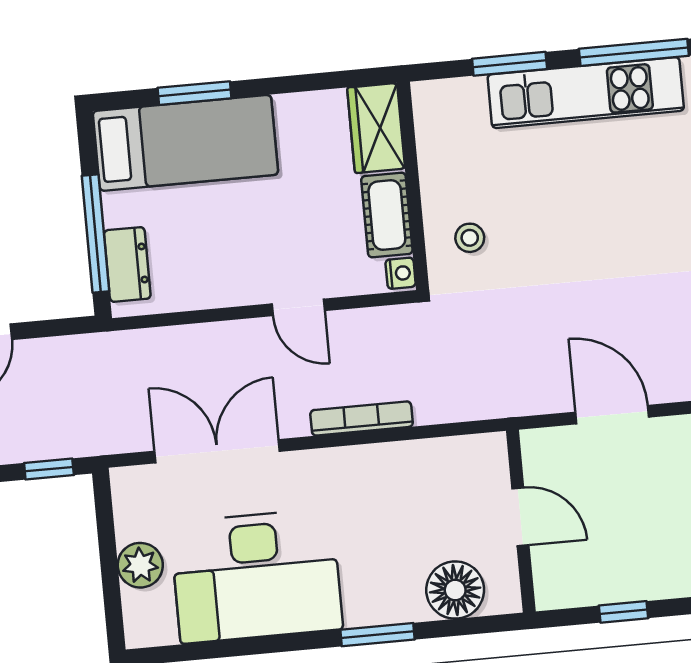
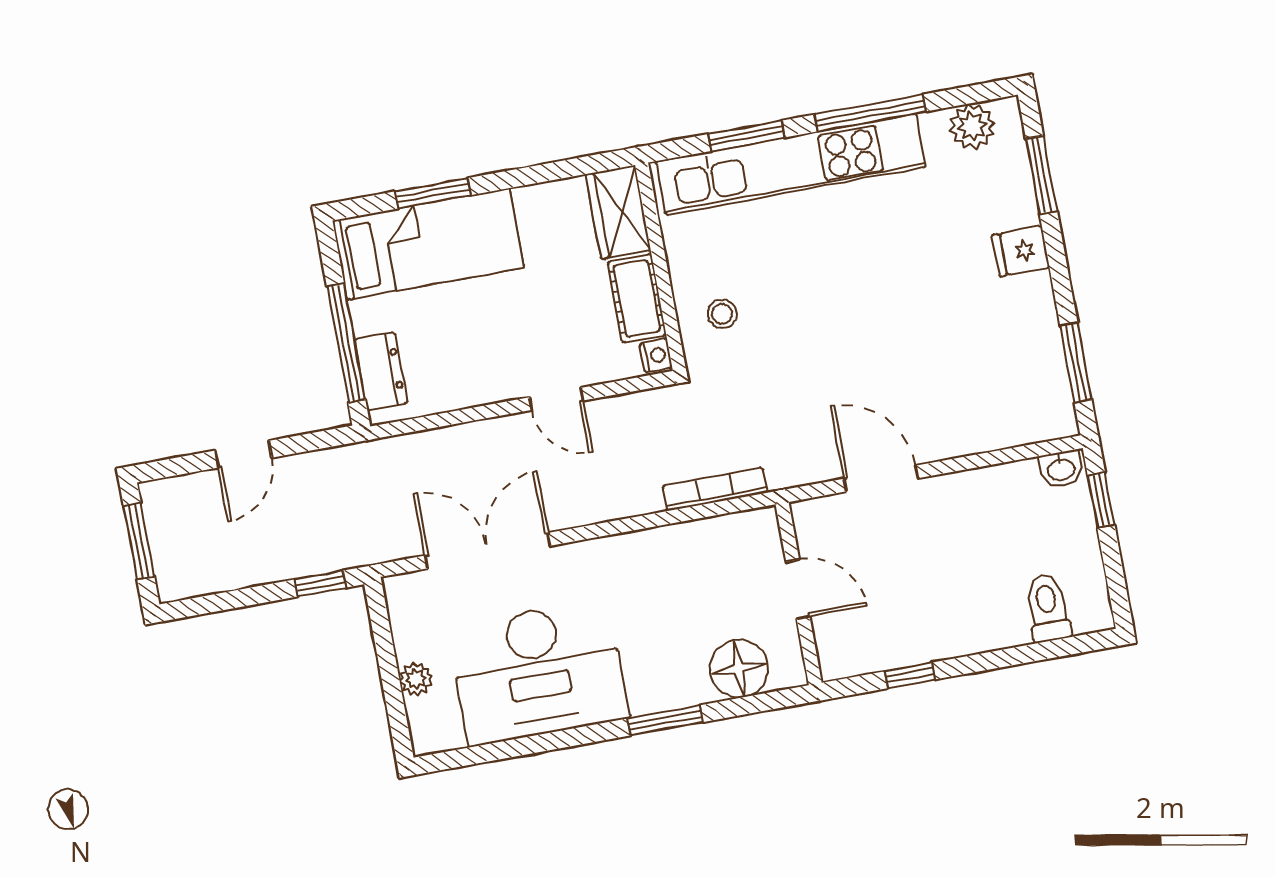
kitchen unit: (586, 93) -> (791, 164), width x1.36
bookcase: (362, 418) -> (715, 489), moved
plant: (140, 565) -> (416, 679), width x0.73, depth x0.73

